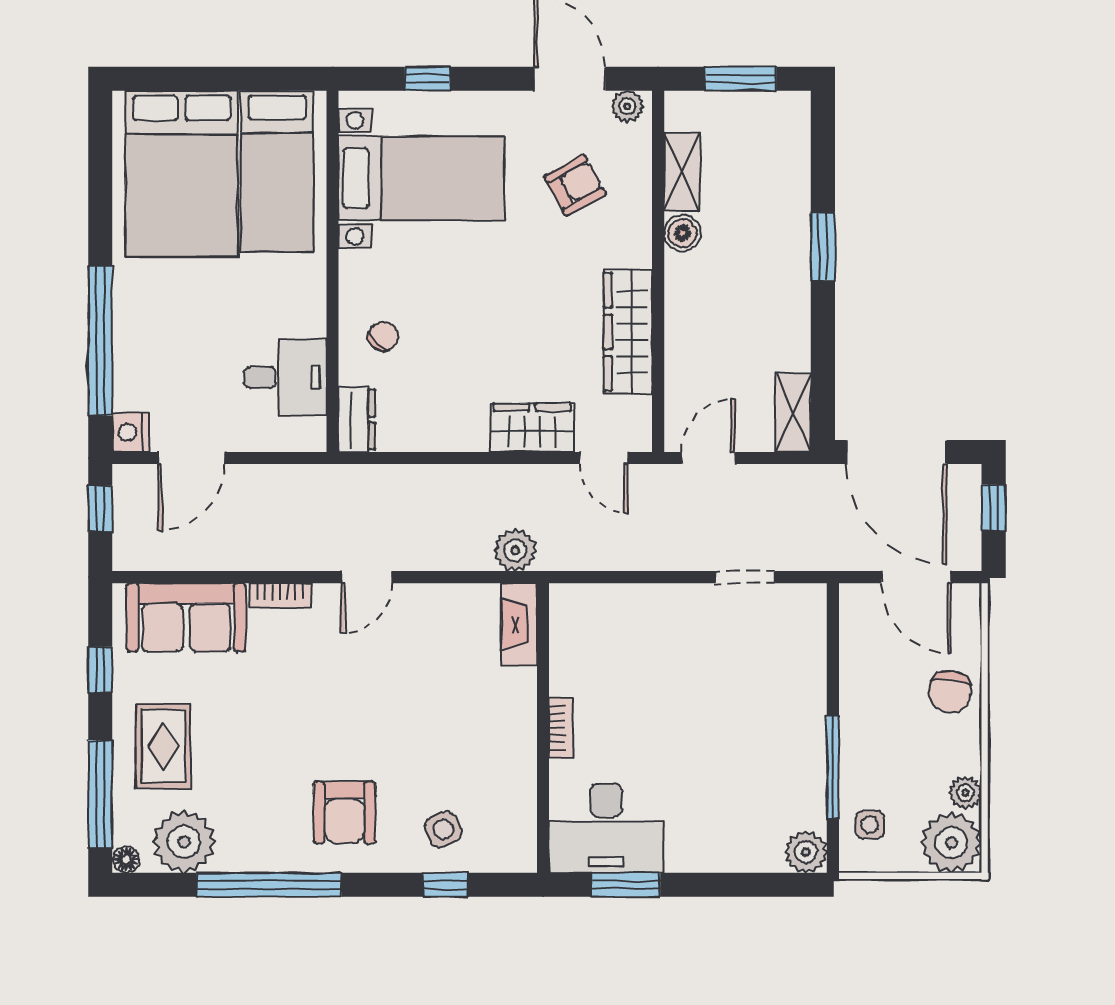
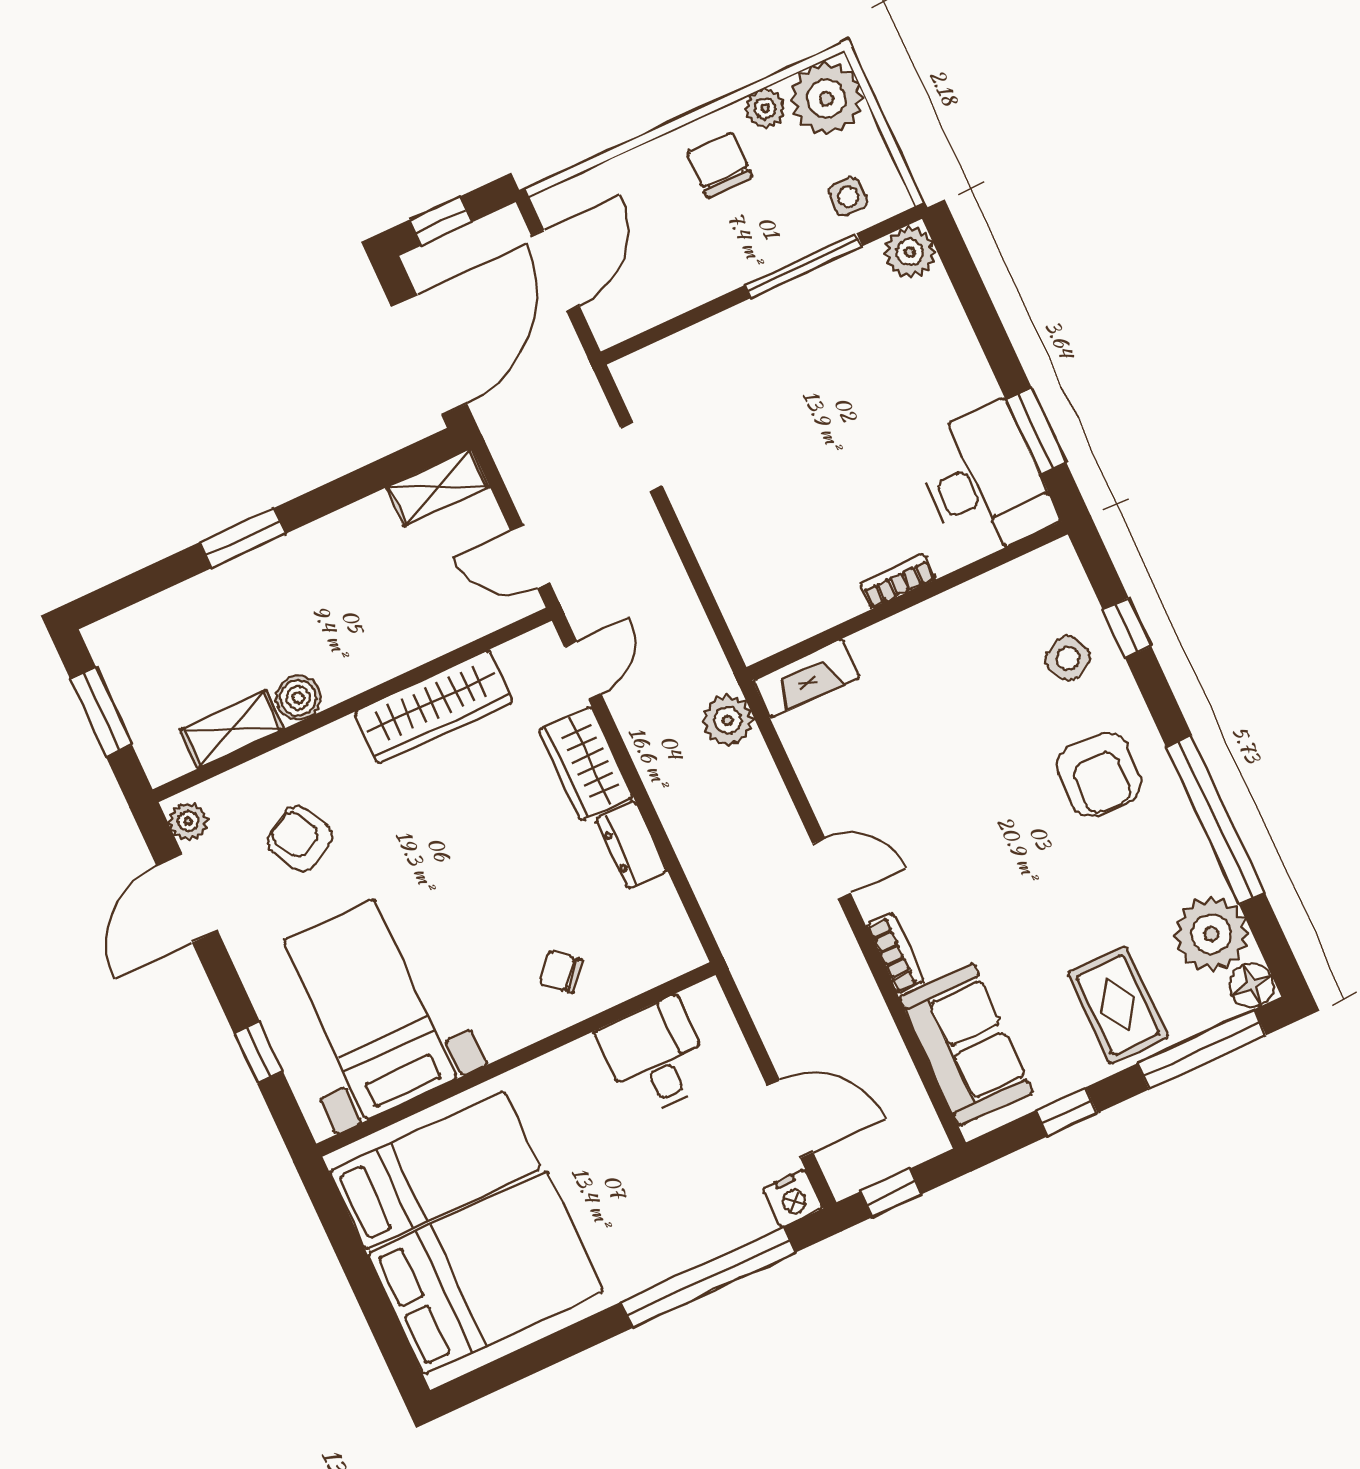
dresser: (357, 420) -> (631, 845), moved, turned -90
chair: (950, 692) -> (720, 165), moved, turned -96
rug: (163, 746) -> (1118, 1005), turned 90
armchair: (344, 812) -> (1099, 774), turned 93
floor lamp: (126, 859) -> (1252, 985), width x1.37, depth x1.37

